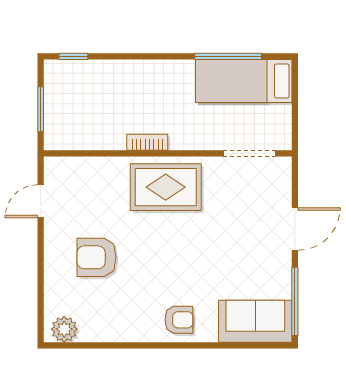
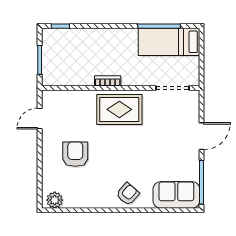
armchair: (97, 257) -> (75, 154), turned 90
armchair: (179, 320) -> (128, 194), turned -49

